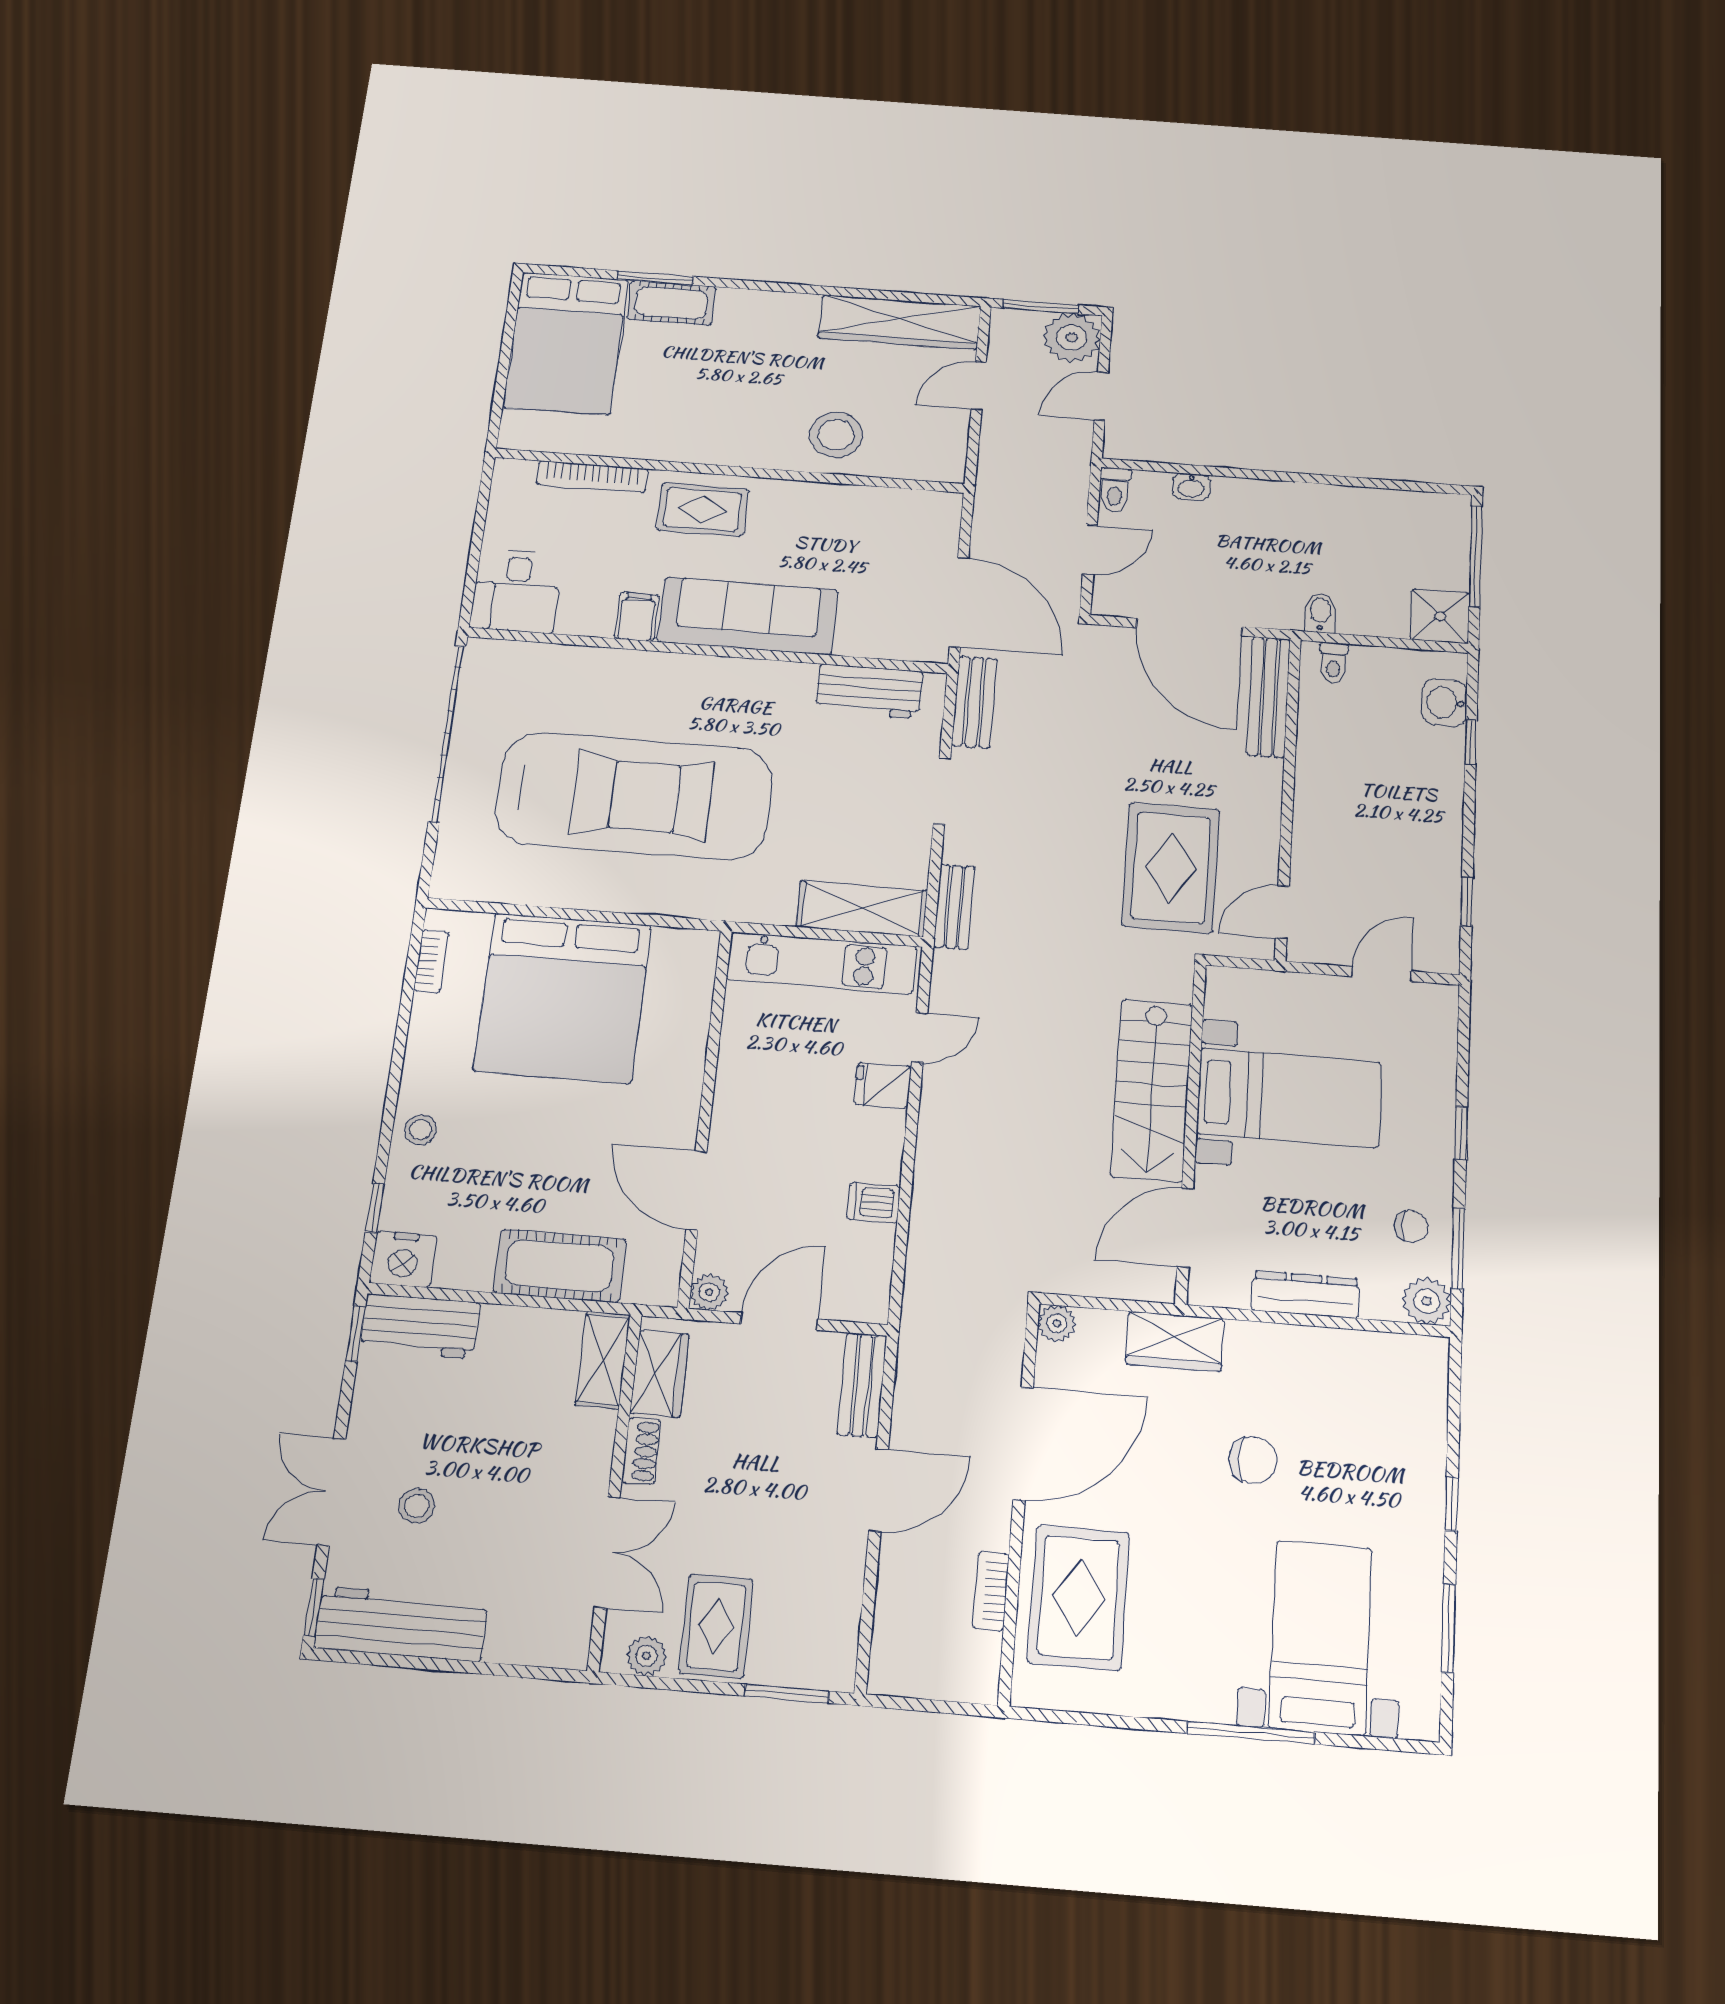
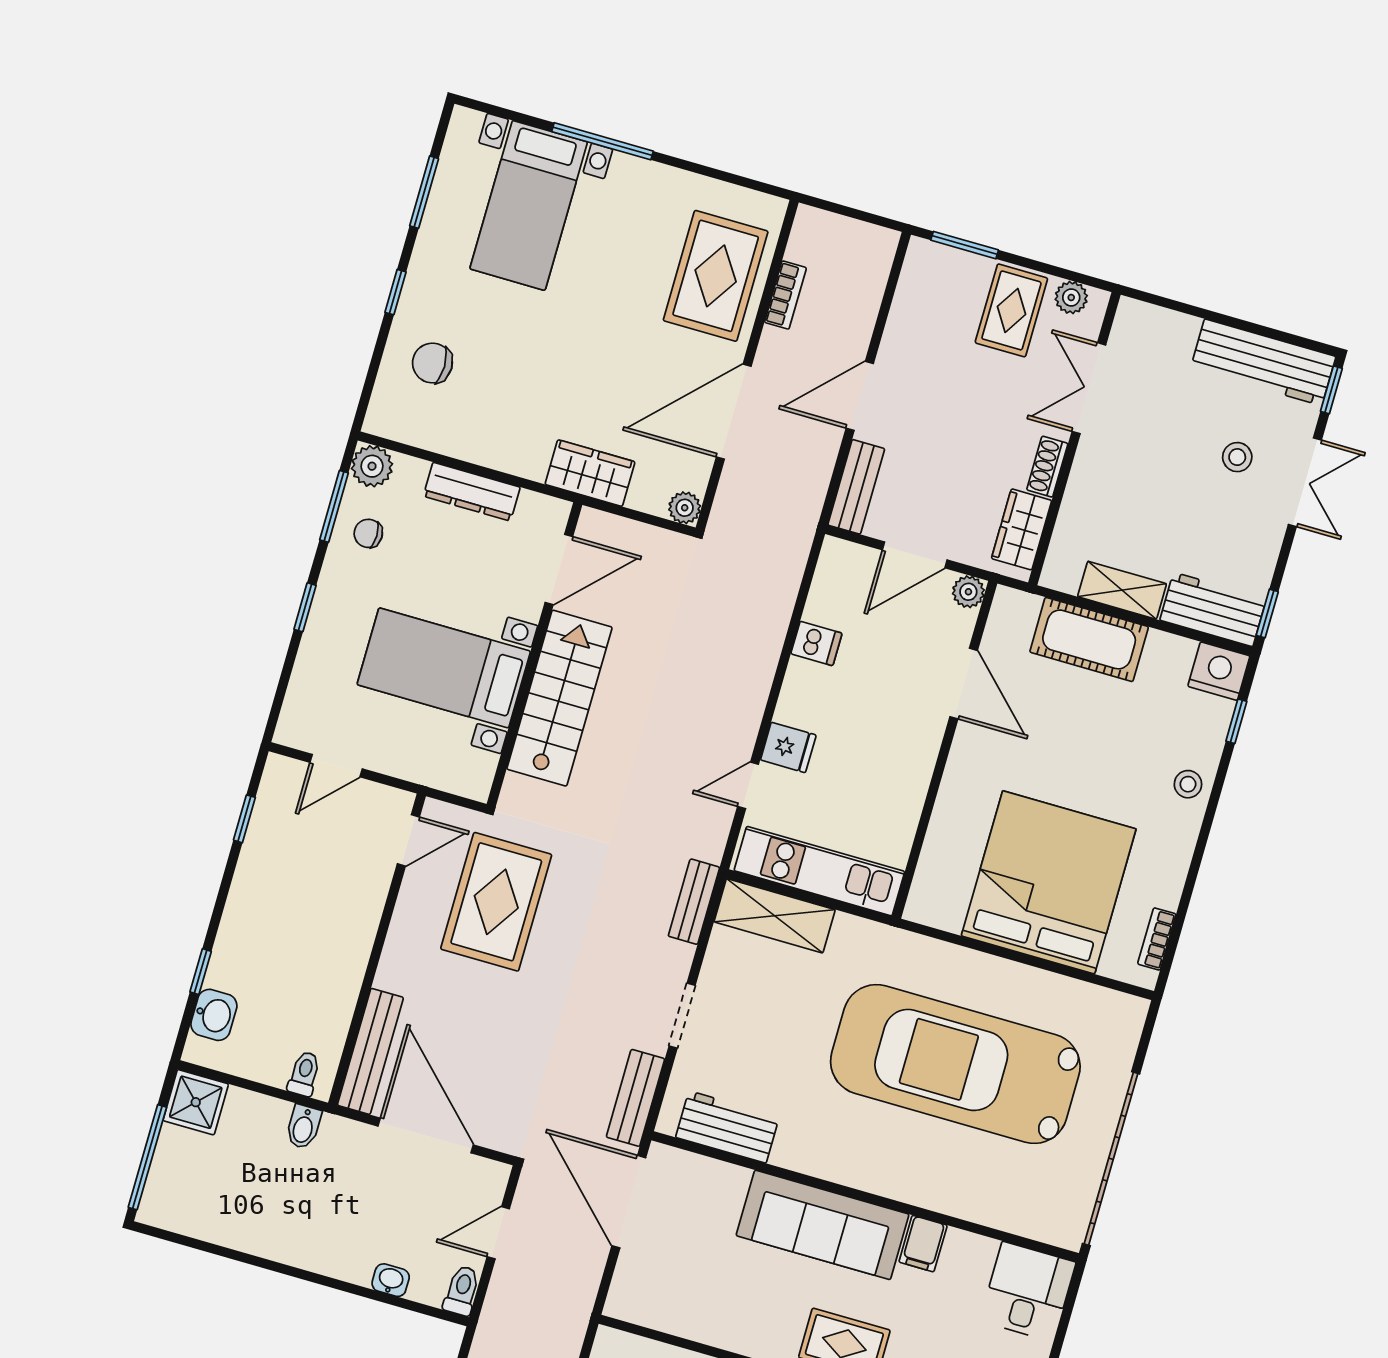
shelving: (603, 1360) -> (1122, 590), moved, turned 90
chair: (1253, 1460) -> (432, 363), moved

